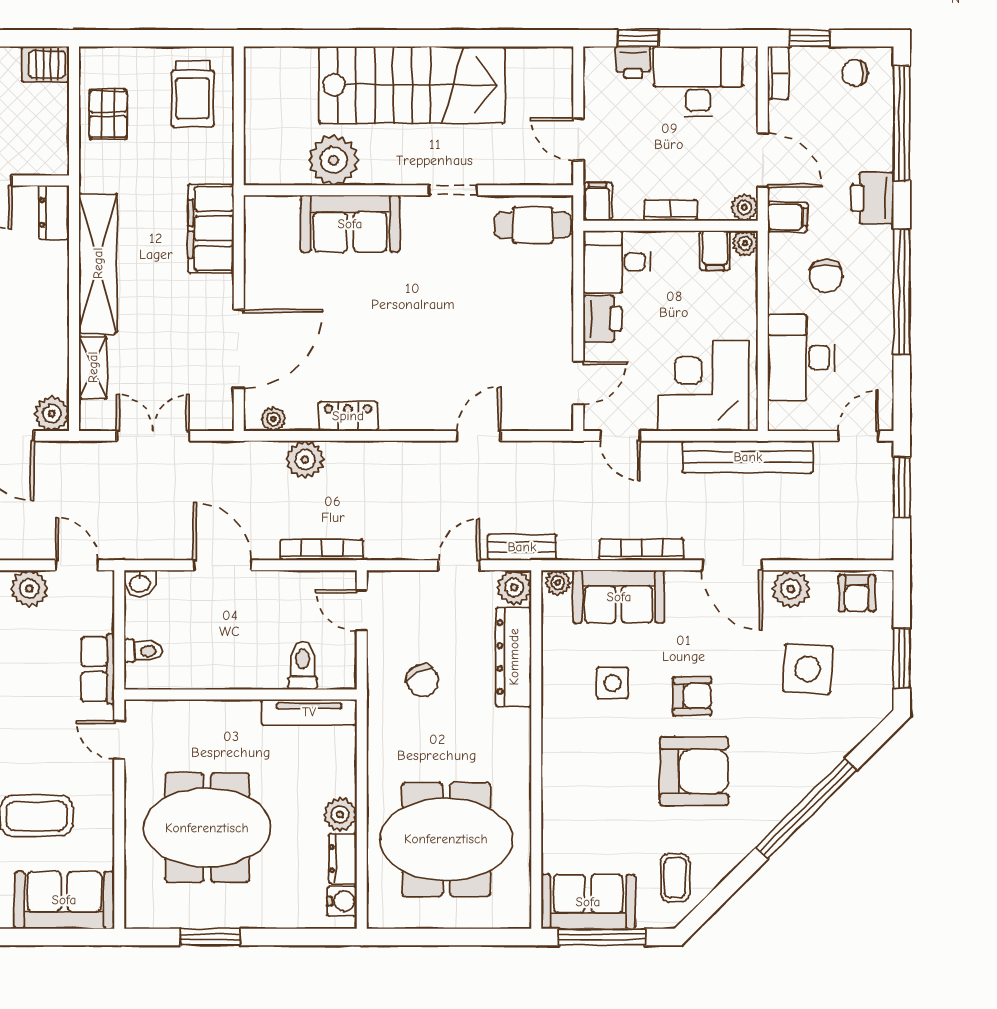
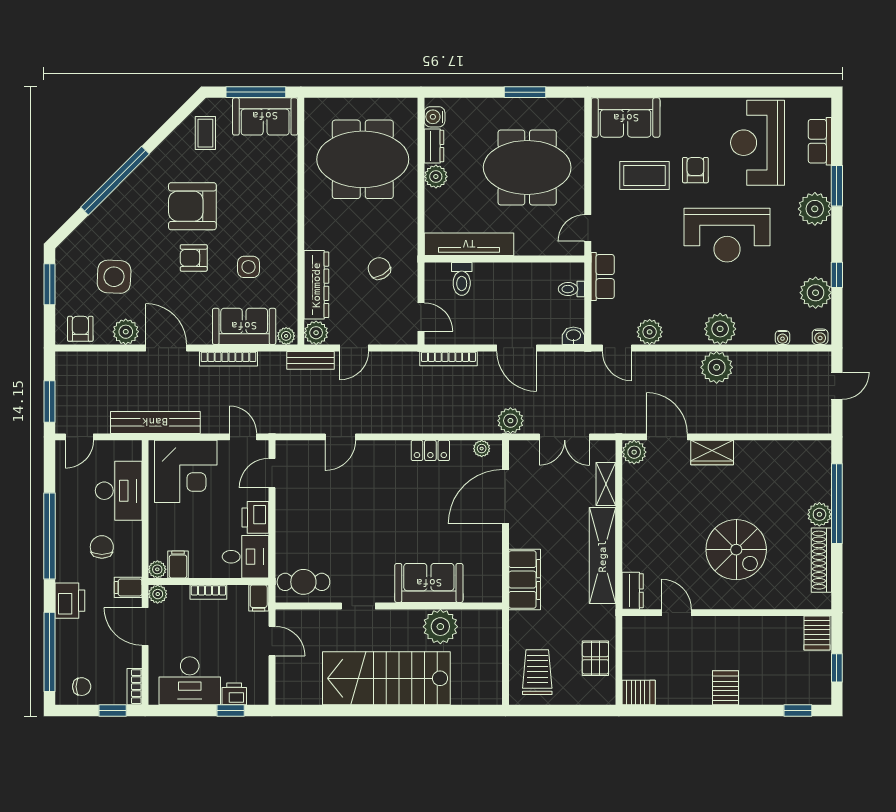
plant: (305, 460) -> (510, 421), moved
tv unit: (309, 712) -> (469, 244), width x1.36, depth x1.29
door: (119, 740) -> (588, 228), swing flipped

